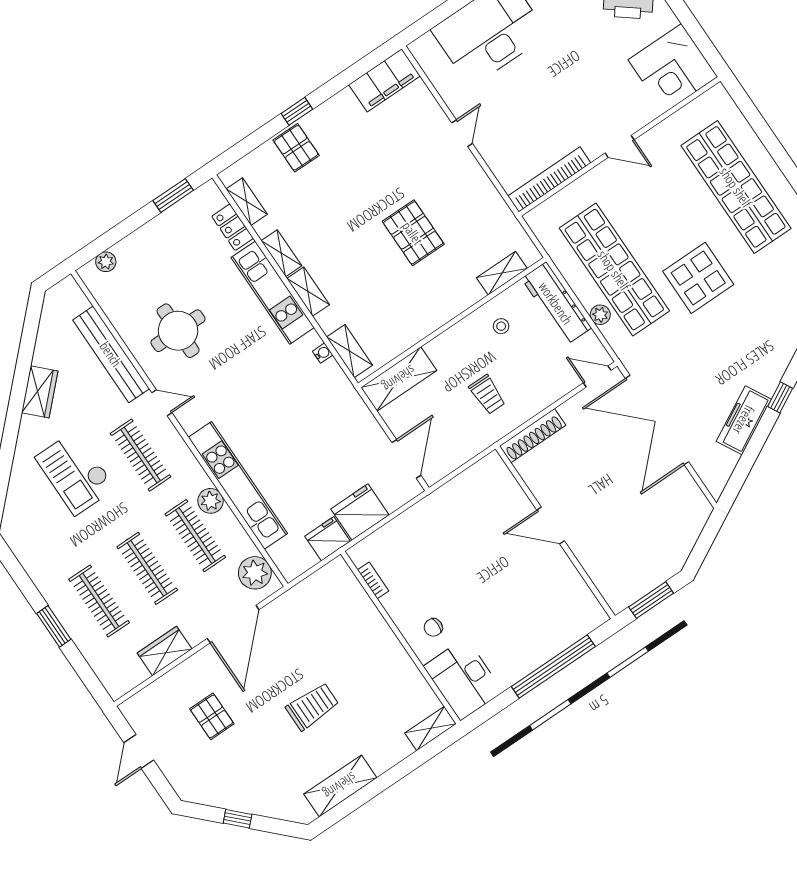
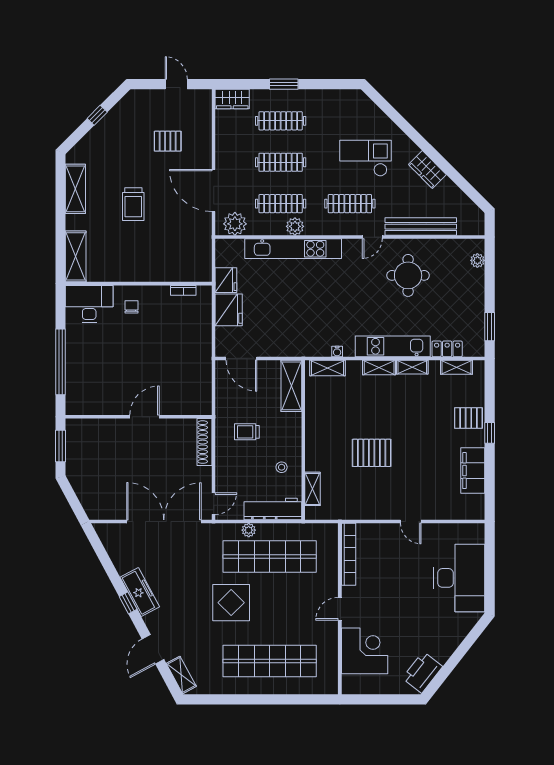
corner desk: (673, 68) -> (365, 651), moved, turned 90
filing cabinet: (385, 80) -> (473, 471), moved
freezer: (744, 420) -> (140, 592), moved
wardrobe: (165, 651) -> (232, 99), moved, turned 90
shelving: (431, 728) -> (76, 256), width x1.50, depth x1.33

